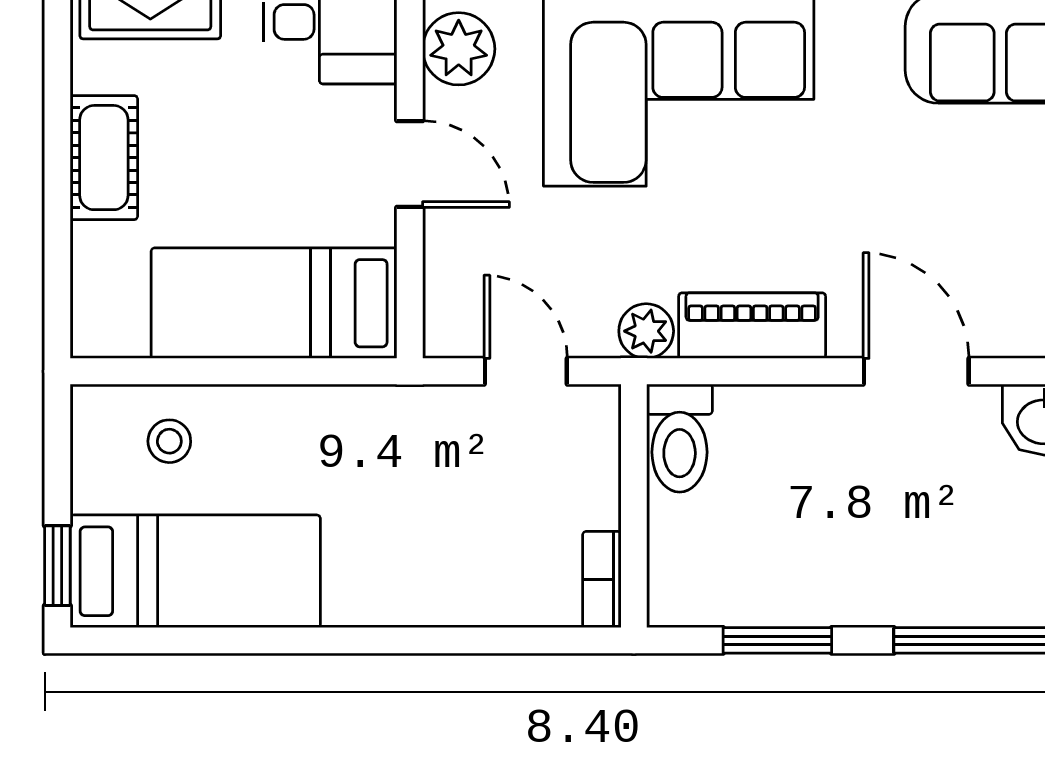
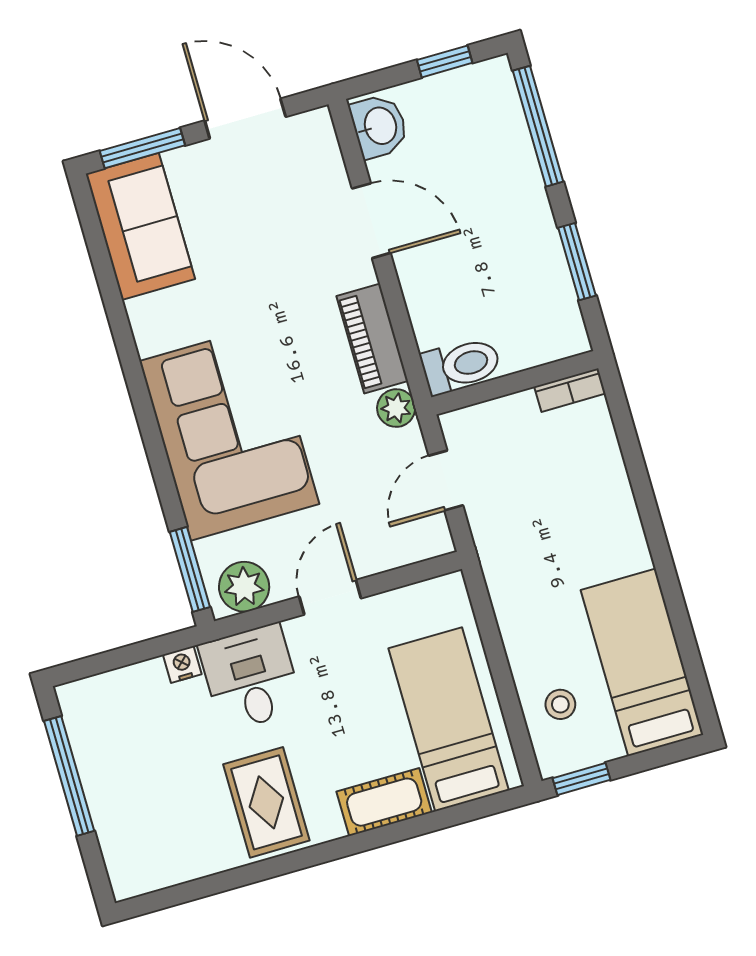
bed: (274, 303) -> (449, 719), moved, turned 180
door: (916, 371) -> (371, 221), swing flipped
window: (57, 566) -> (582, 779), moved

